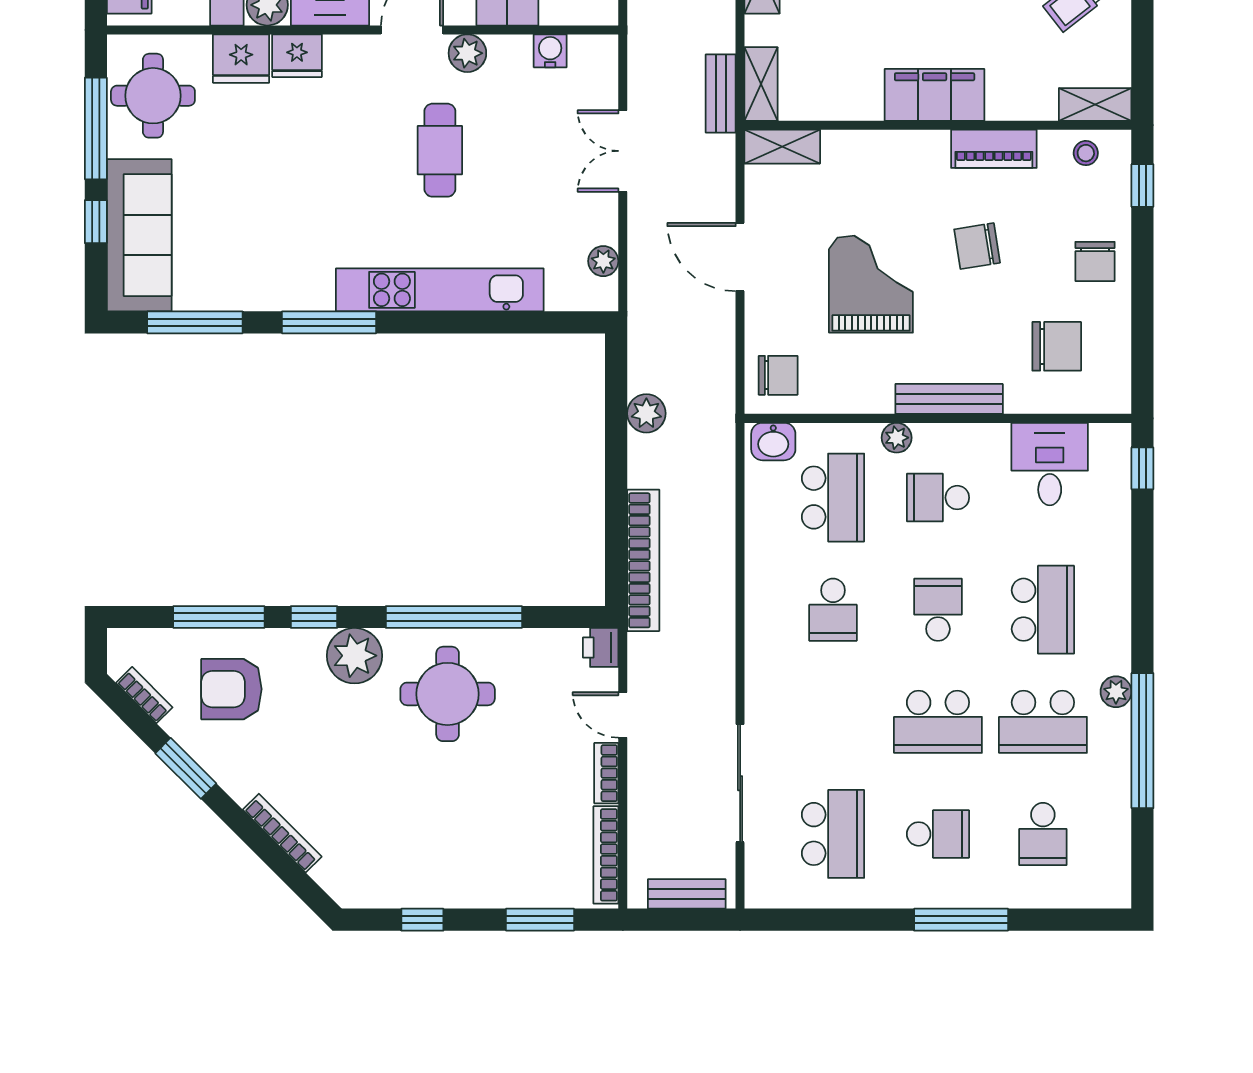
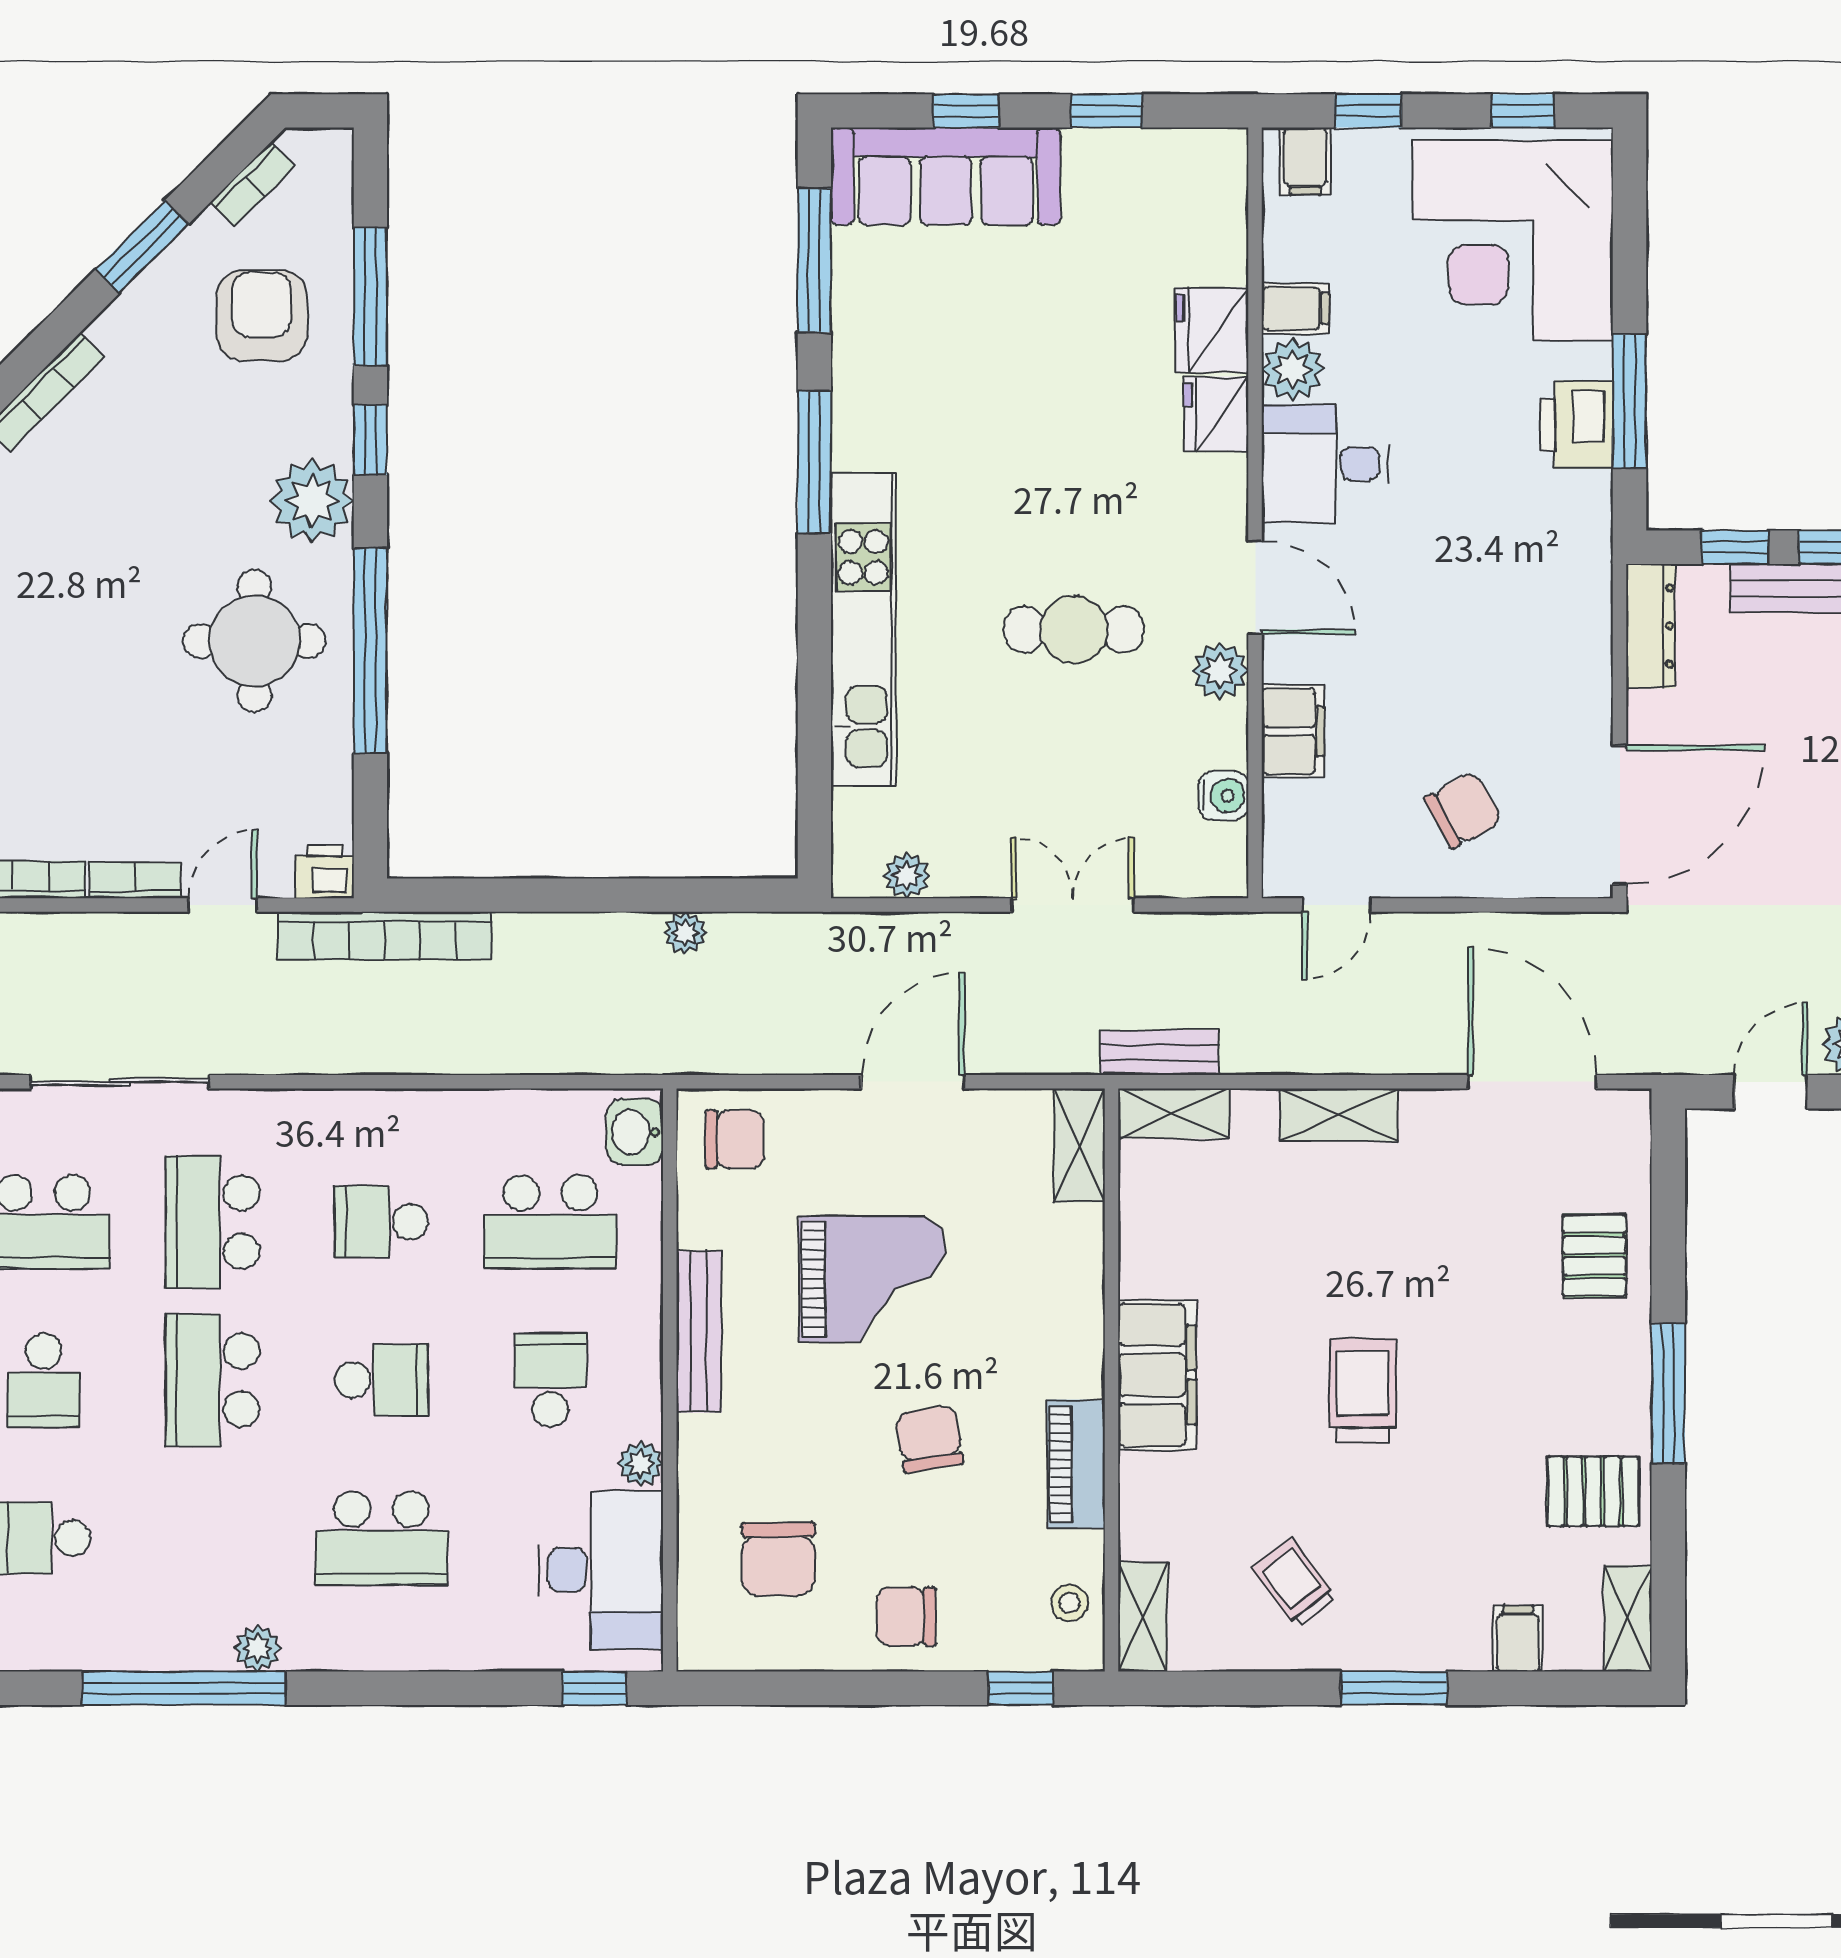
round table: (153, 96) -> (1156, 197), removed
window: (96, 128) -> (1107, 111), width x0.46
chair: (778, 375) -> (735, 1139), turned -90
bench: (949, 399) -> (699, 1332), moved
plant: (646, 413) -> (685, 933), width x0.73, depth x0.73
plant: (897, 438) -> (641, 1464), moved
desk: (1050, 464) -> (601, 1570), width x1.37
bookcase: (643, 560) -> (384, 936), moved
school desk: (1043, 722) -> (212, 1222), moved

